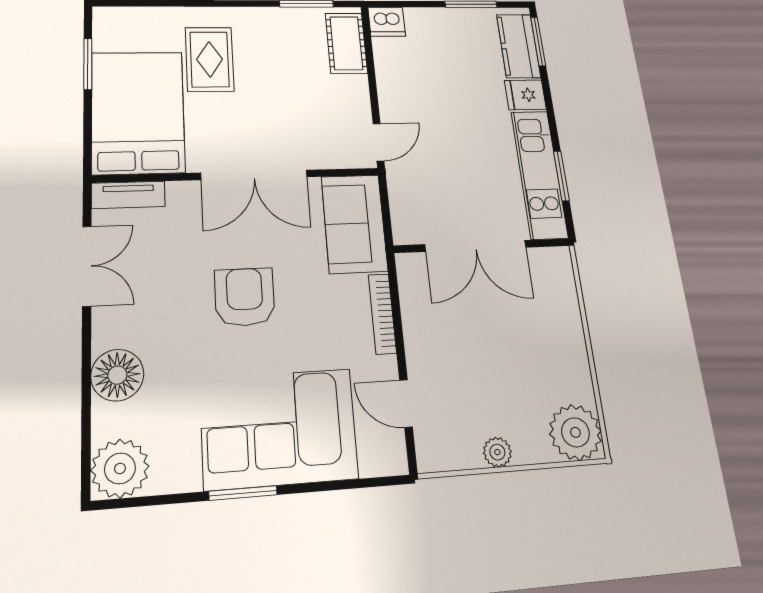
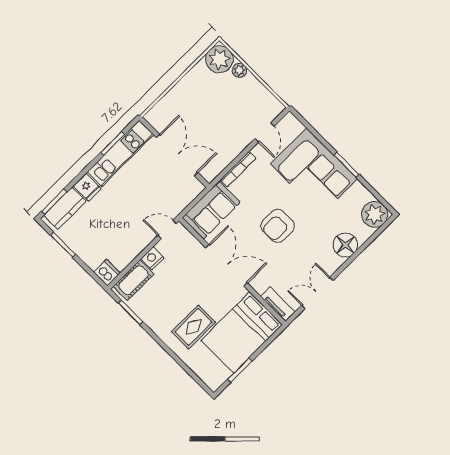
nightstand: (355, 90) -> (152, 258), added
plant: (497, 452) -> (239, 70), moved

